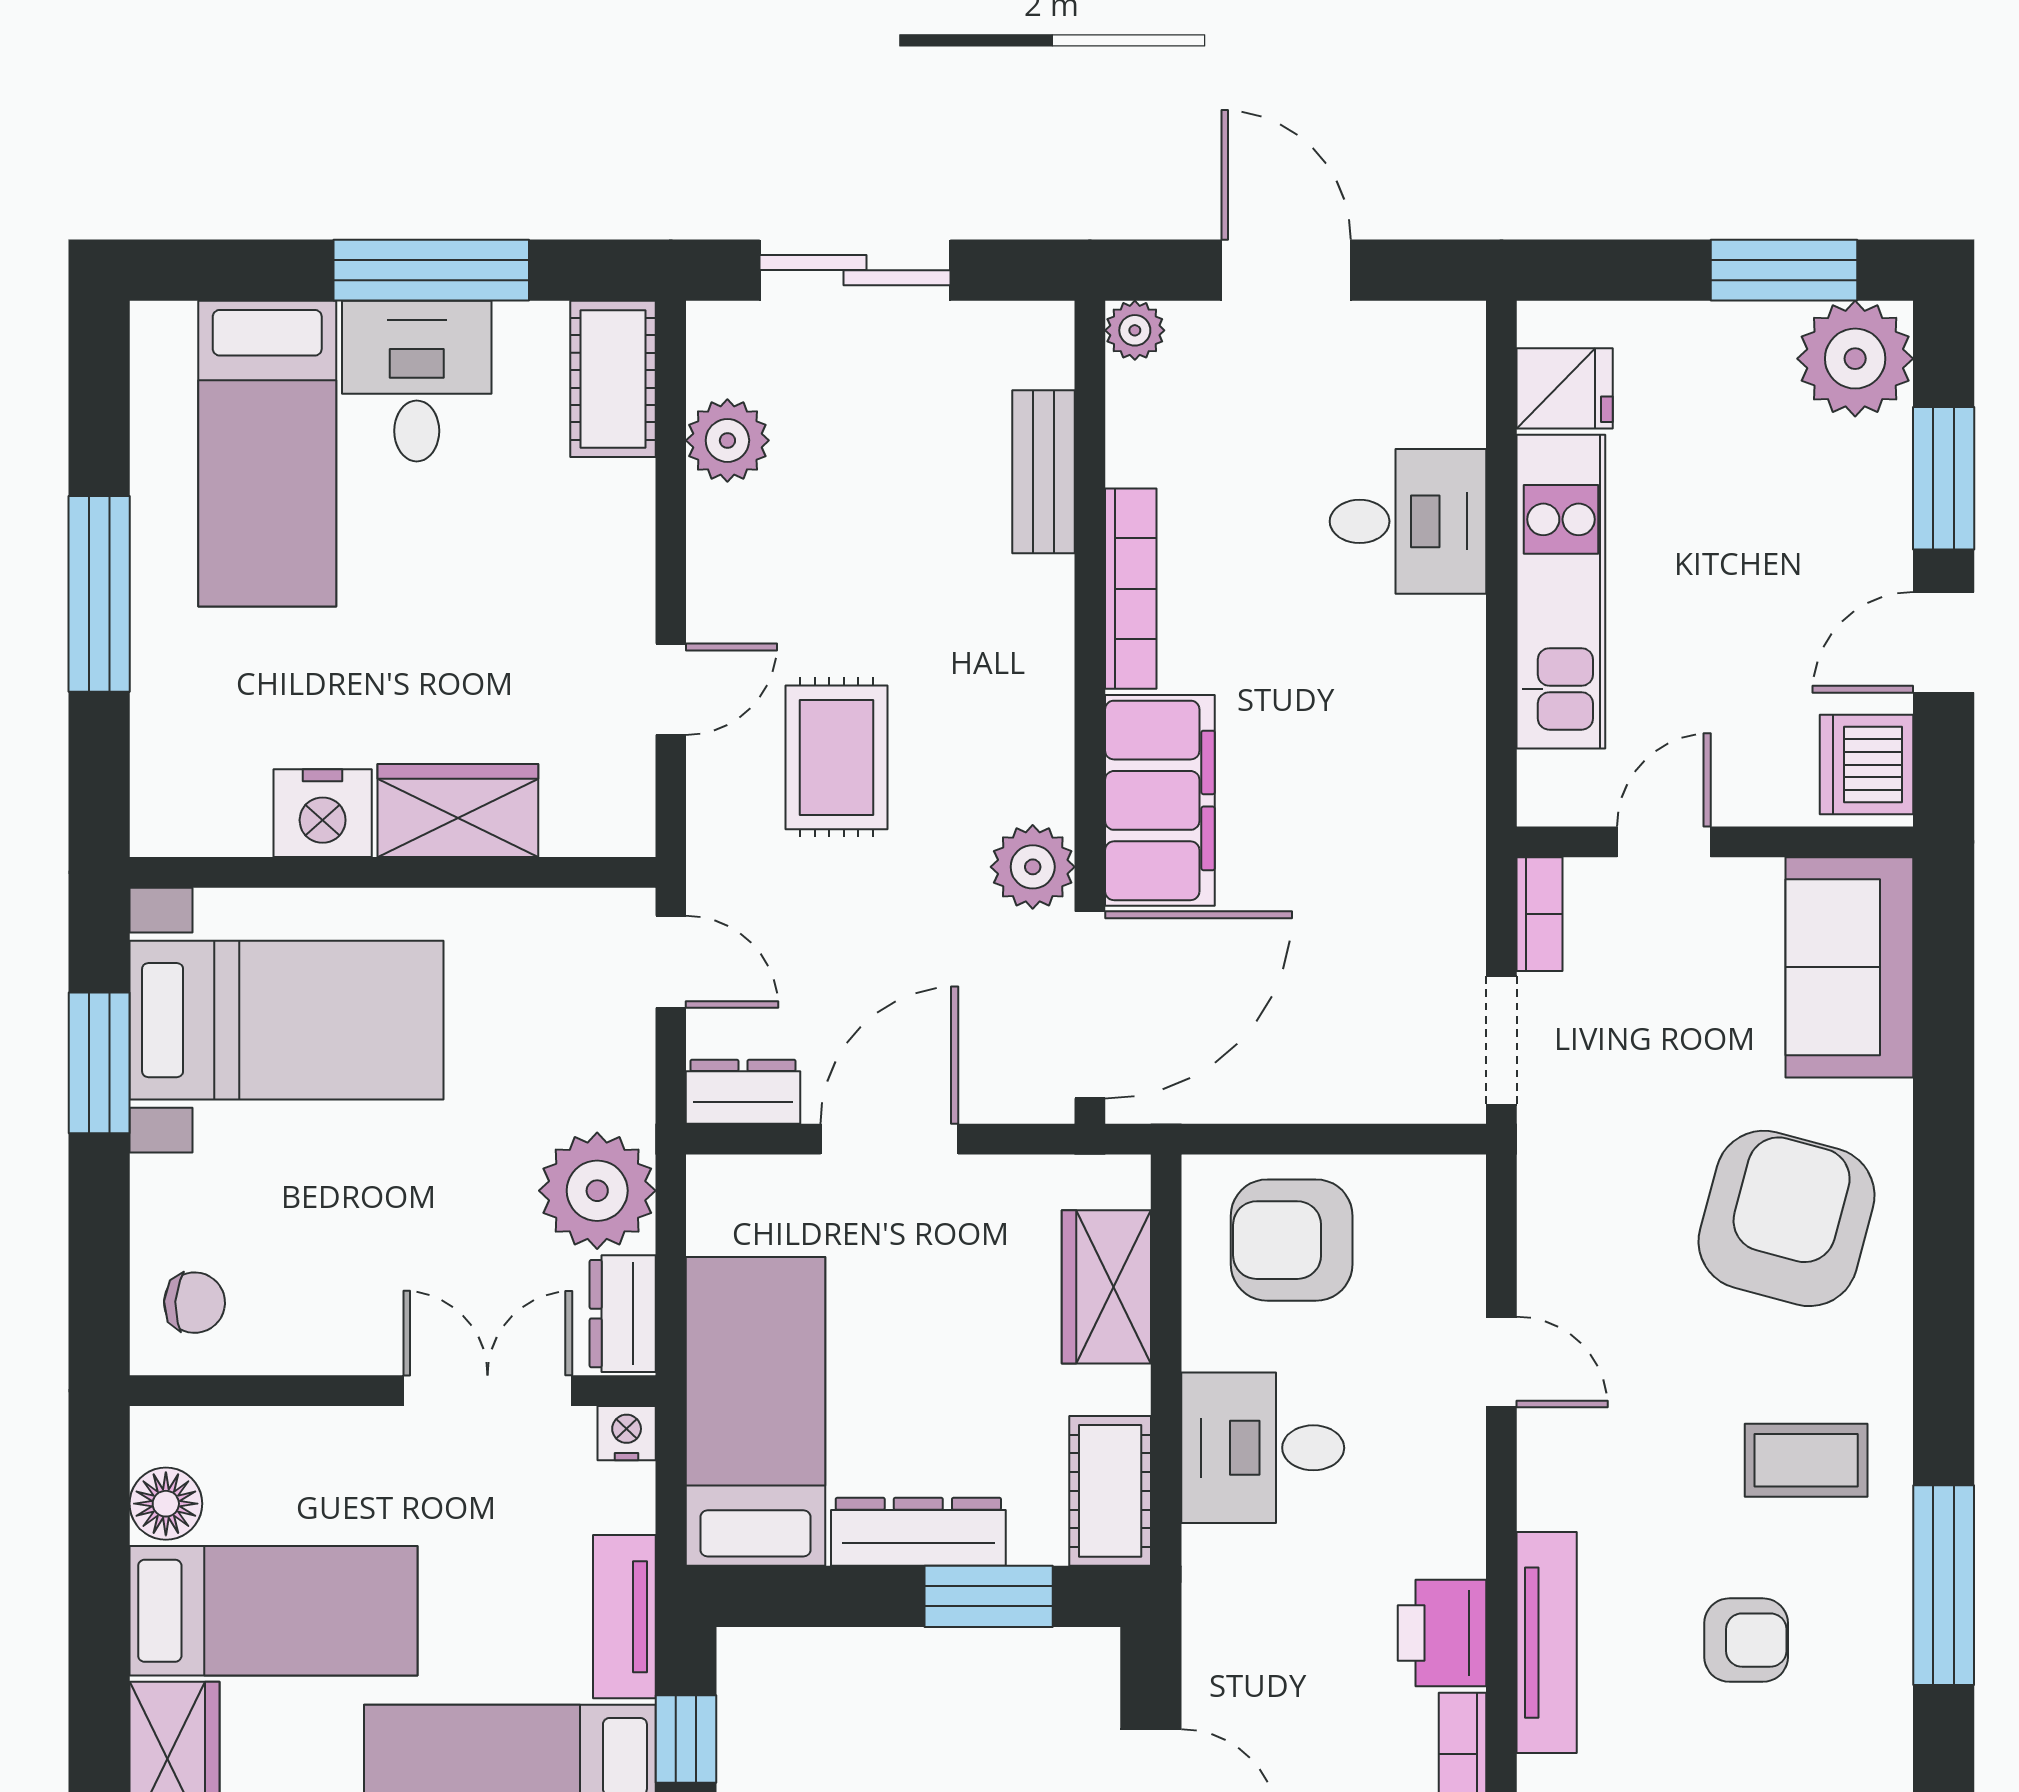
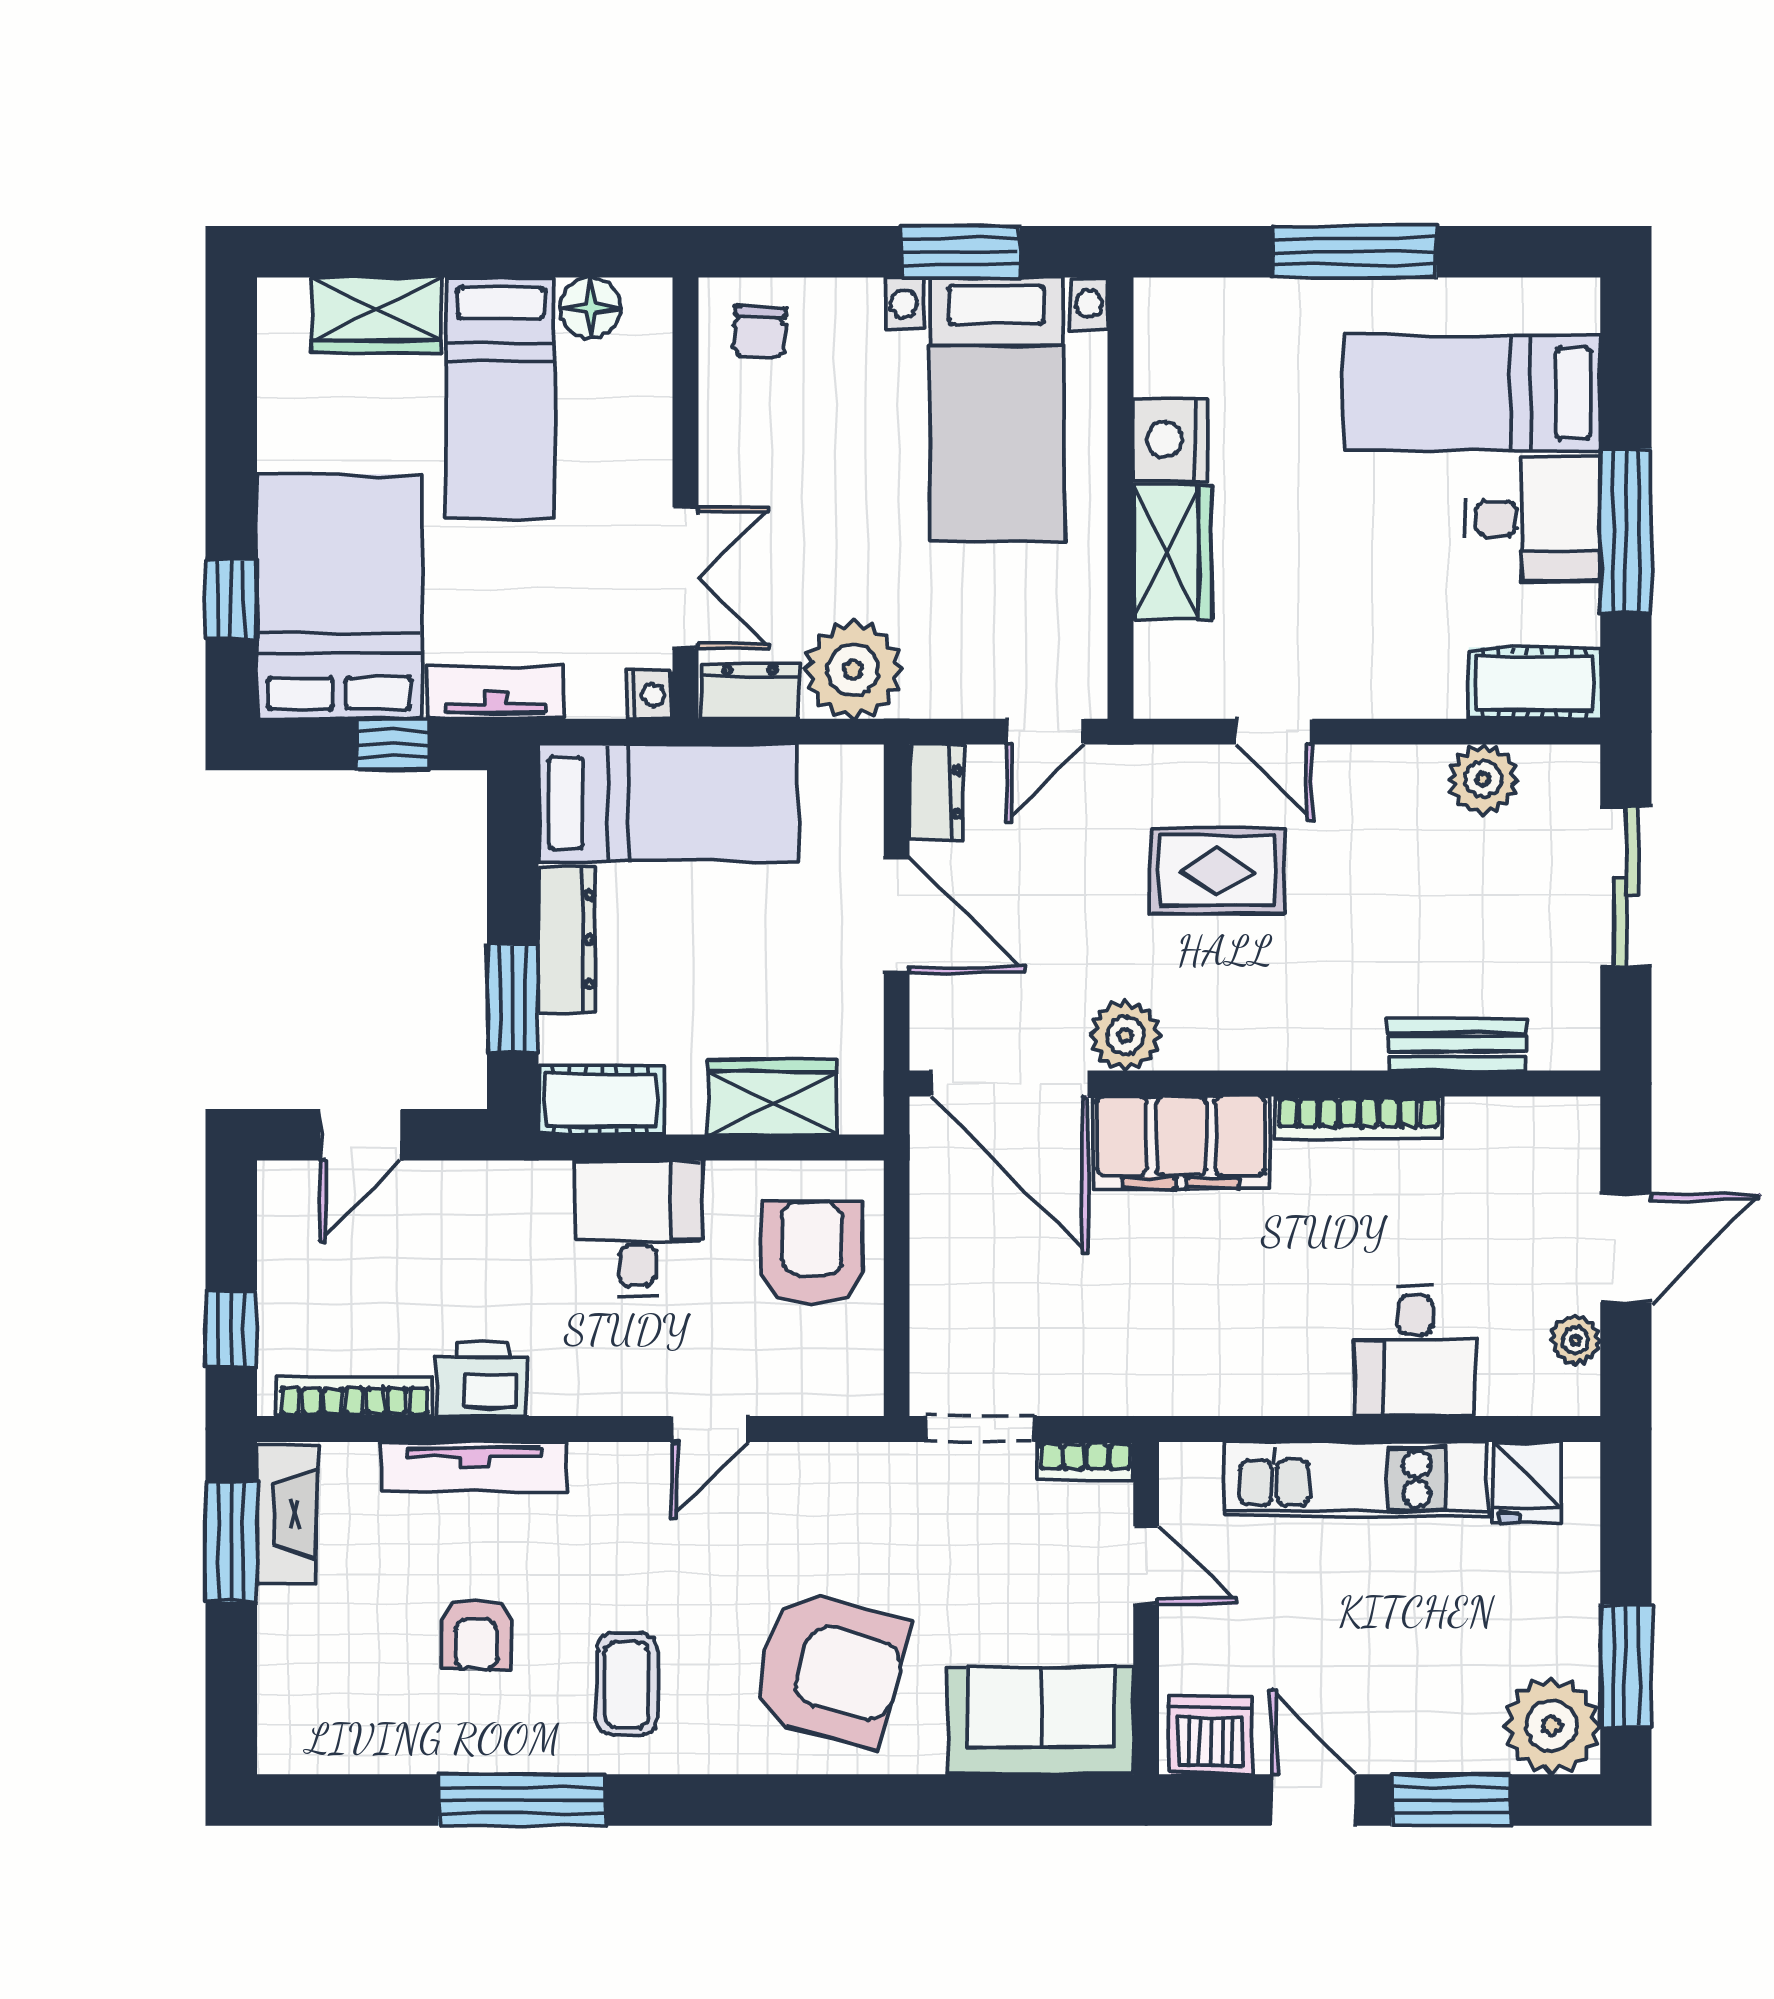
plant: (1135, 330) -> (1575, 1340), moved

